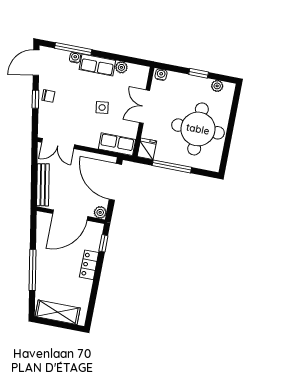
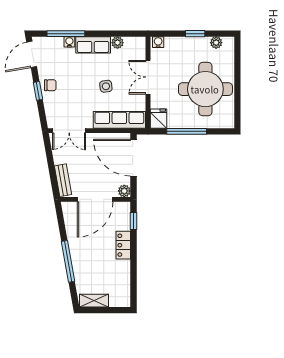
row of seats: (117, 144) -> (119, 120), width x1.48
bench: (43, 185) -> (63, 180), width x0.73
shelving: (58, 312) -> (94, 301), width x0.67, depth x0.75

